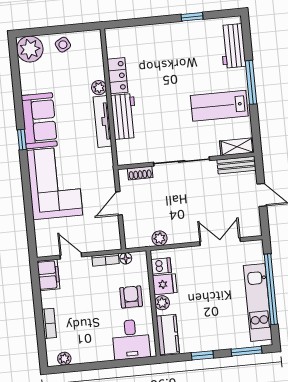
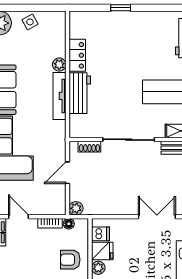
window: (192, 17) -> (121, 8), moved
plant: (160, 238) -> (76, 208), moved
armchair: (131, 297) -> (70, 260), turned -90

